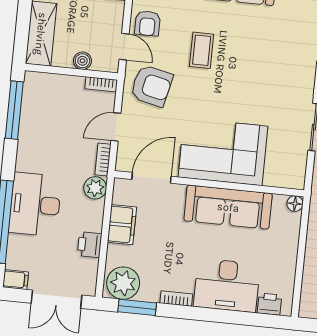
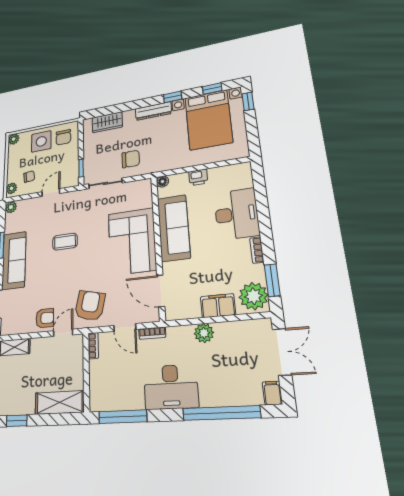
coffee table: (202, 50) -> (65, 242), moved
boiler: (82, 61) -> (77, 364), removed
plant: (95, 188) -> (204, 333), moved
desk: (35, 204) -> (171, 387), moved
filing cabinet: (122, 225) -> (218, 306), moved
printer: (90, 245) -> (226, 331), removed
printer: (269, 304) -> (198, 177), moved, turned -90

